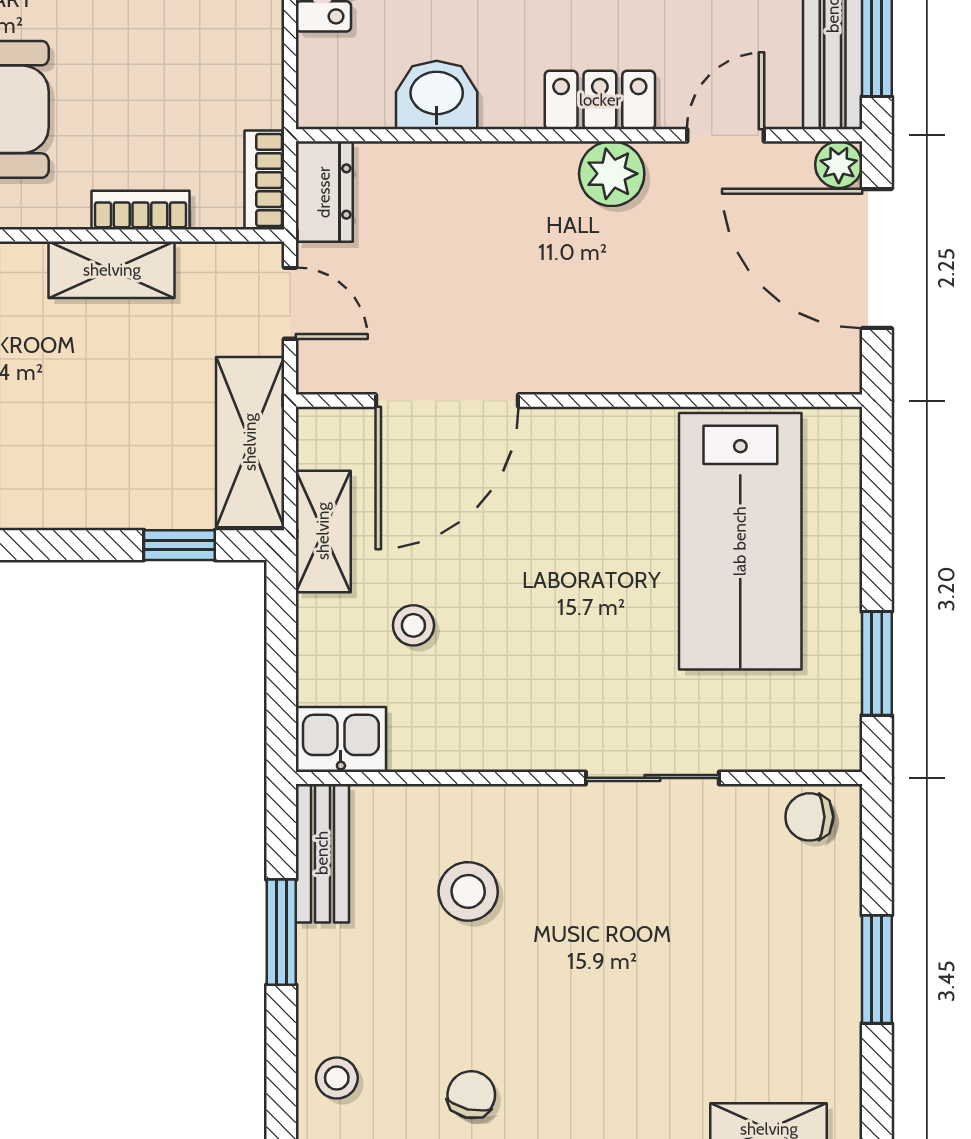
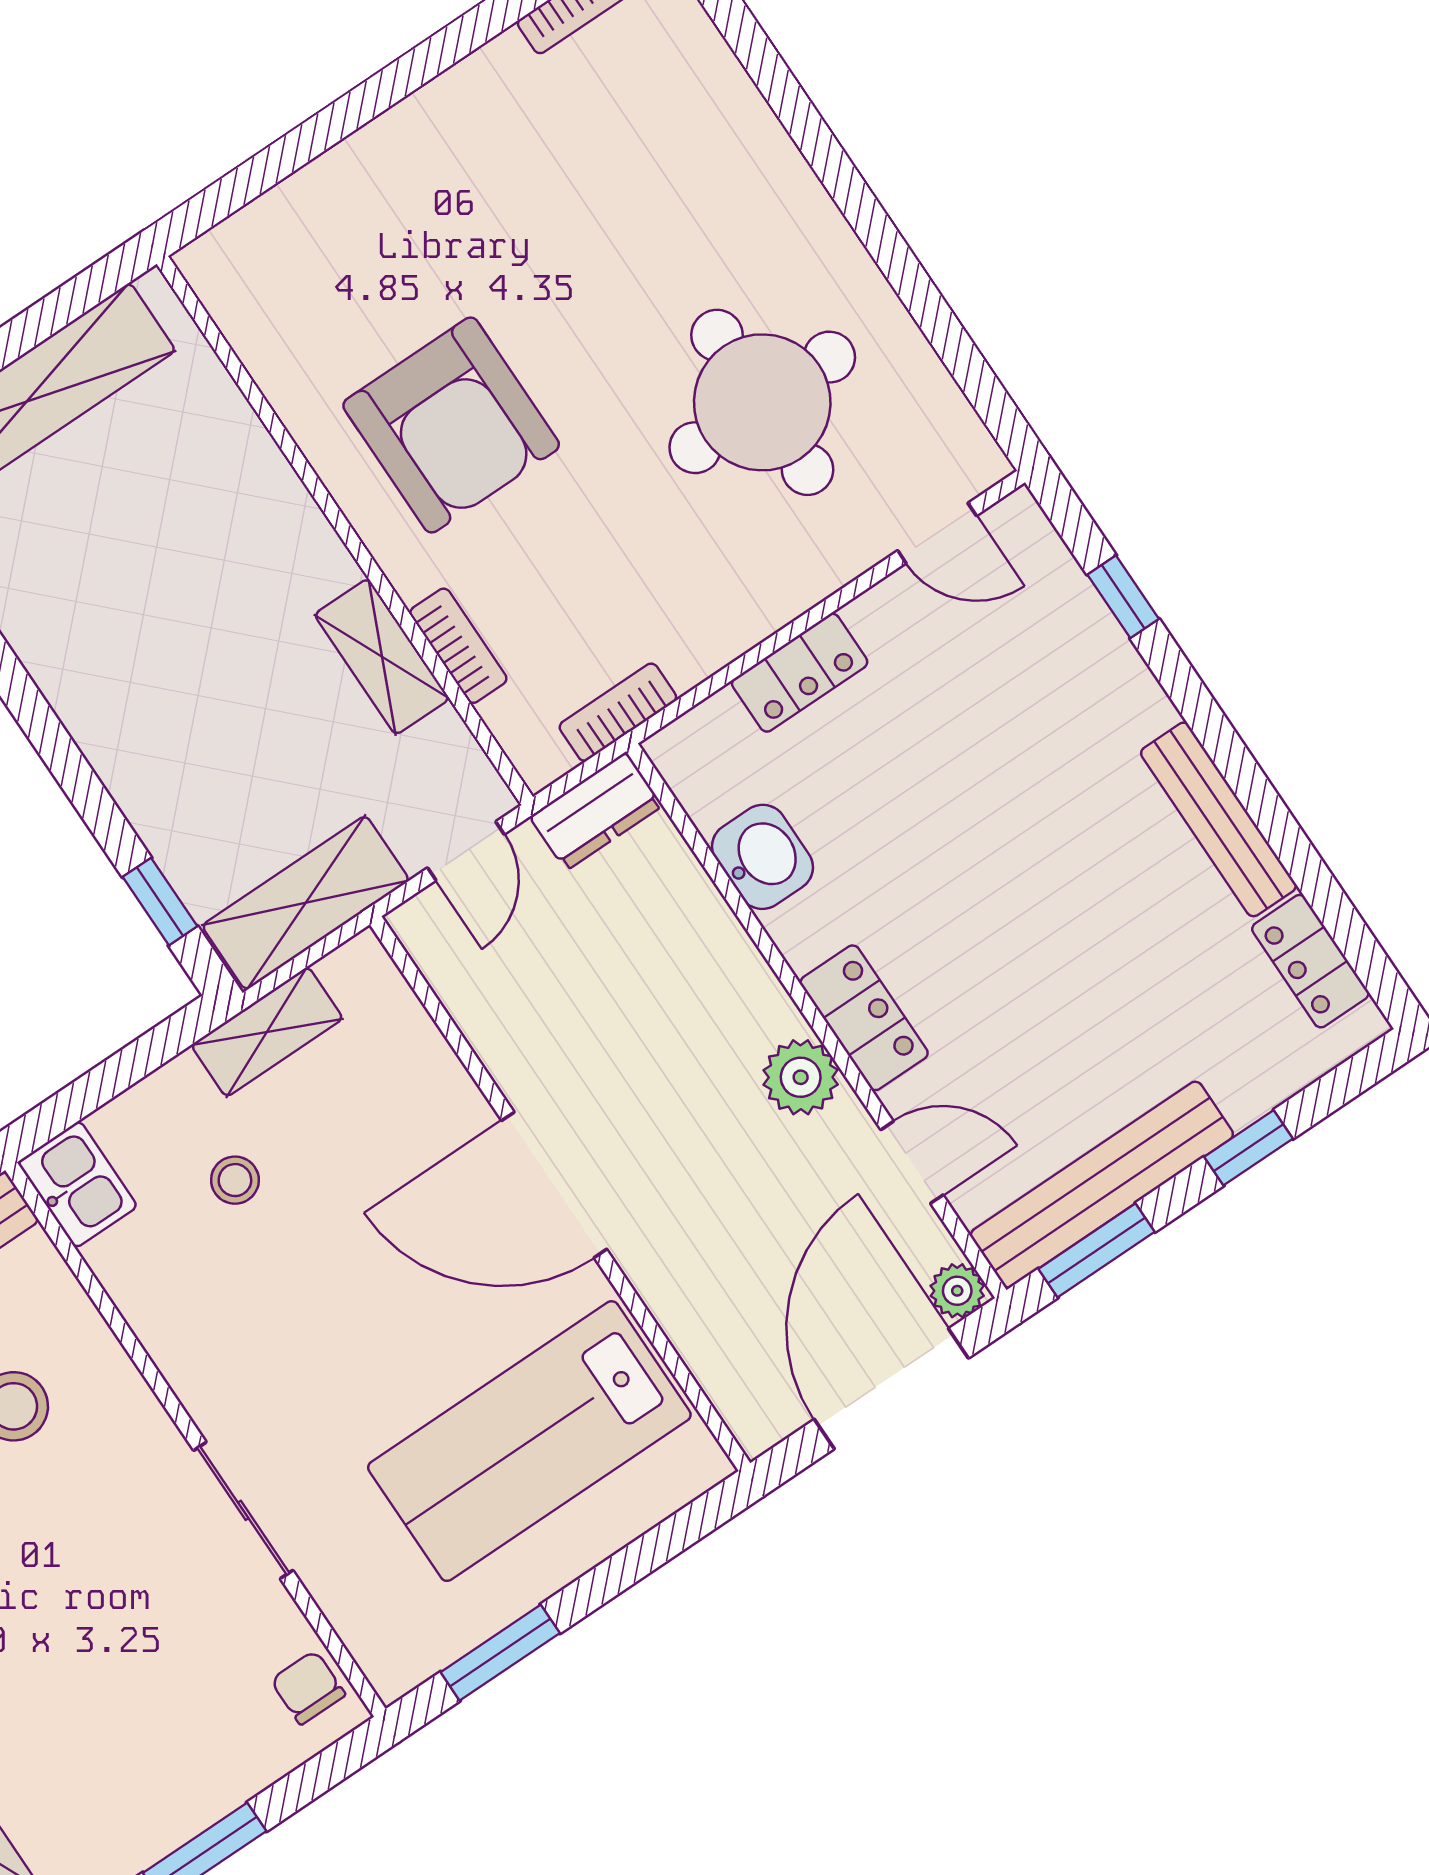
bookcase: (264, 180) -> (618, 712), moved
door: (447, 401) -> (554, 1185), moved

